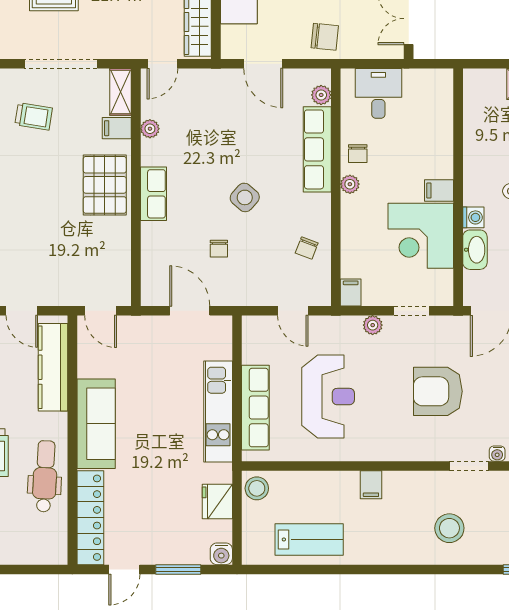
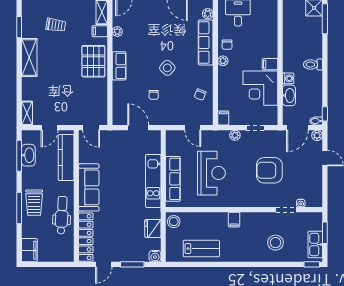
door: (22, 311) -> (50, 128), hinge flipped

